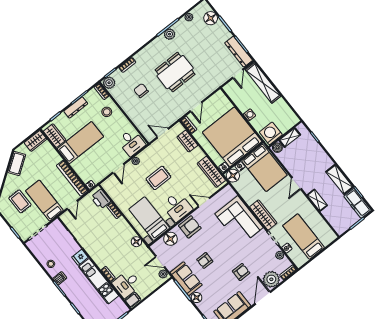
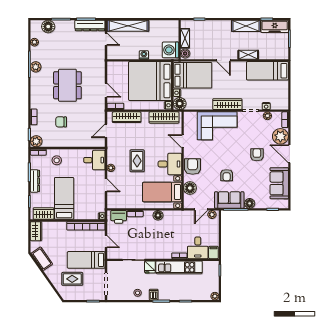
wardrobe: (187, 141) -> (127, 117), width x1.50
door: (204, 202) -> (183, 141), hinge flipped
bed: (304, 237) -> (267, 71), moved
floor lamp: (136, 242) -> (158, 215), moved

